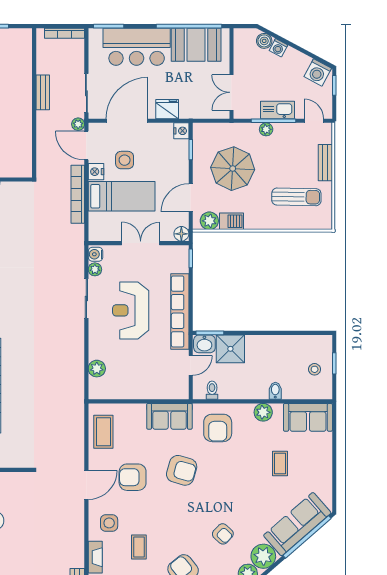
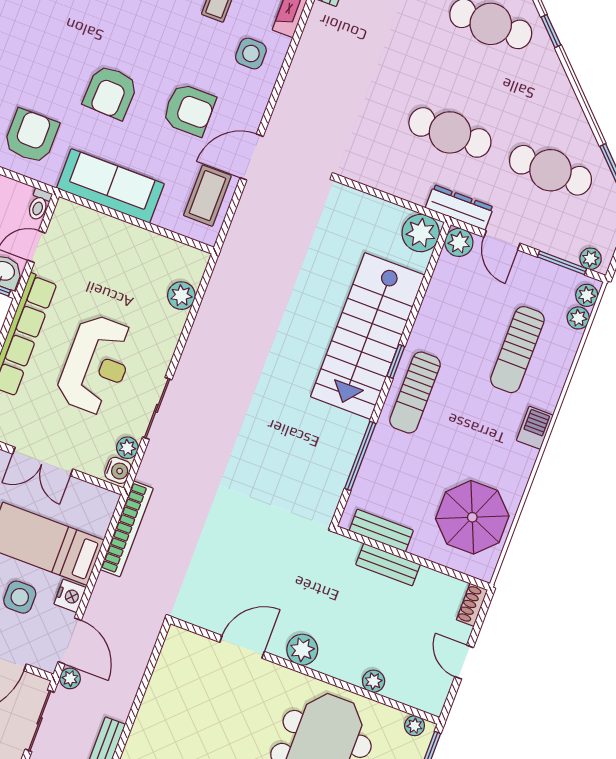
bookcase: (78, 194) -> (127, 529), moved
toilet: (212, 390) -> (39, 205), moved
sofa: (169, 416) -> (110, 186), width x1.36
armchair: (182, 470) -> (110, 92), turned -104
door: (86, 485) -> (252, 157), moved

